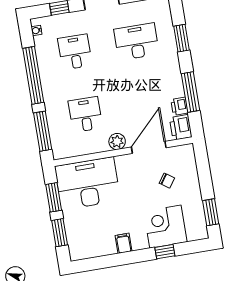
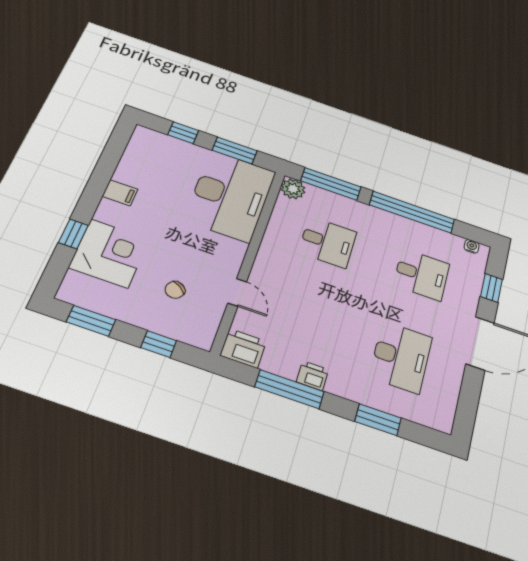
printer: (179, 106) -> (312, 376), moved
plant: (117, 142) -> (293, 189), moved
door: (149, 147) -> (237, 292), width x0.53
window: (204, 171) -> (159, 344), added
window: (60, 233) -> (183, 133), width x0.67

